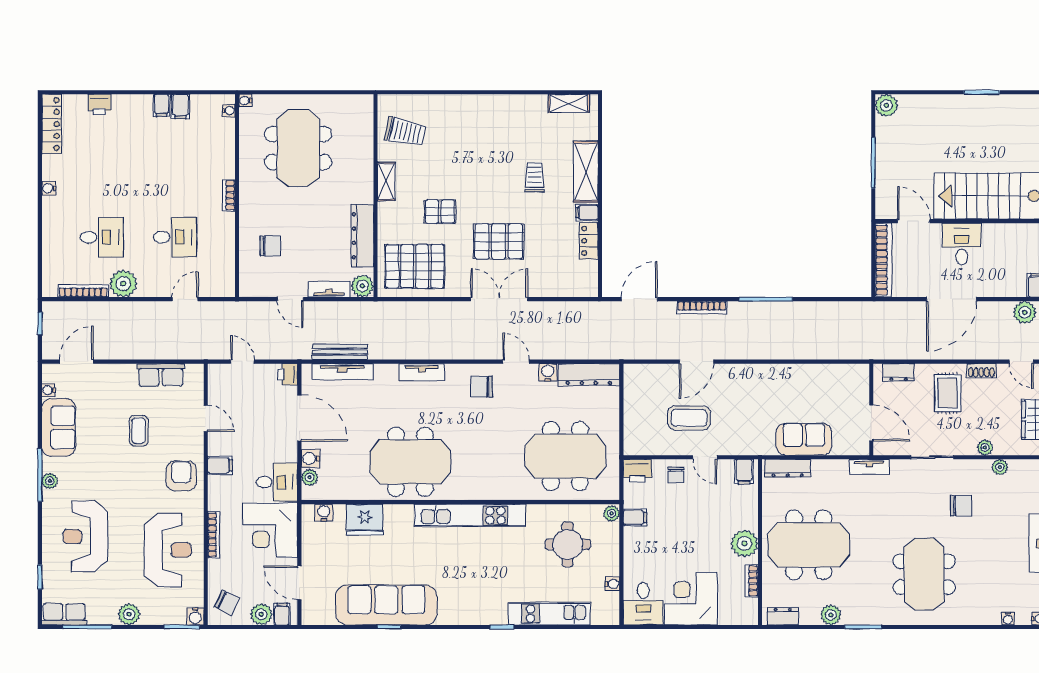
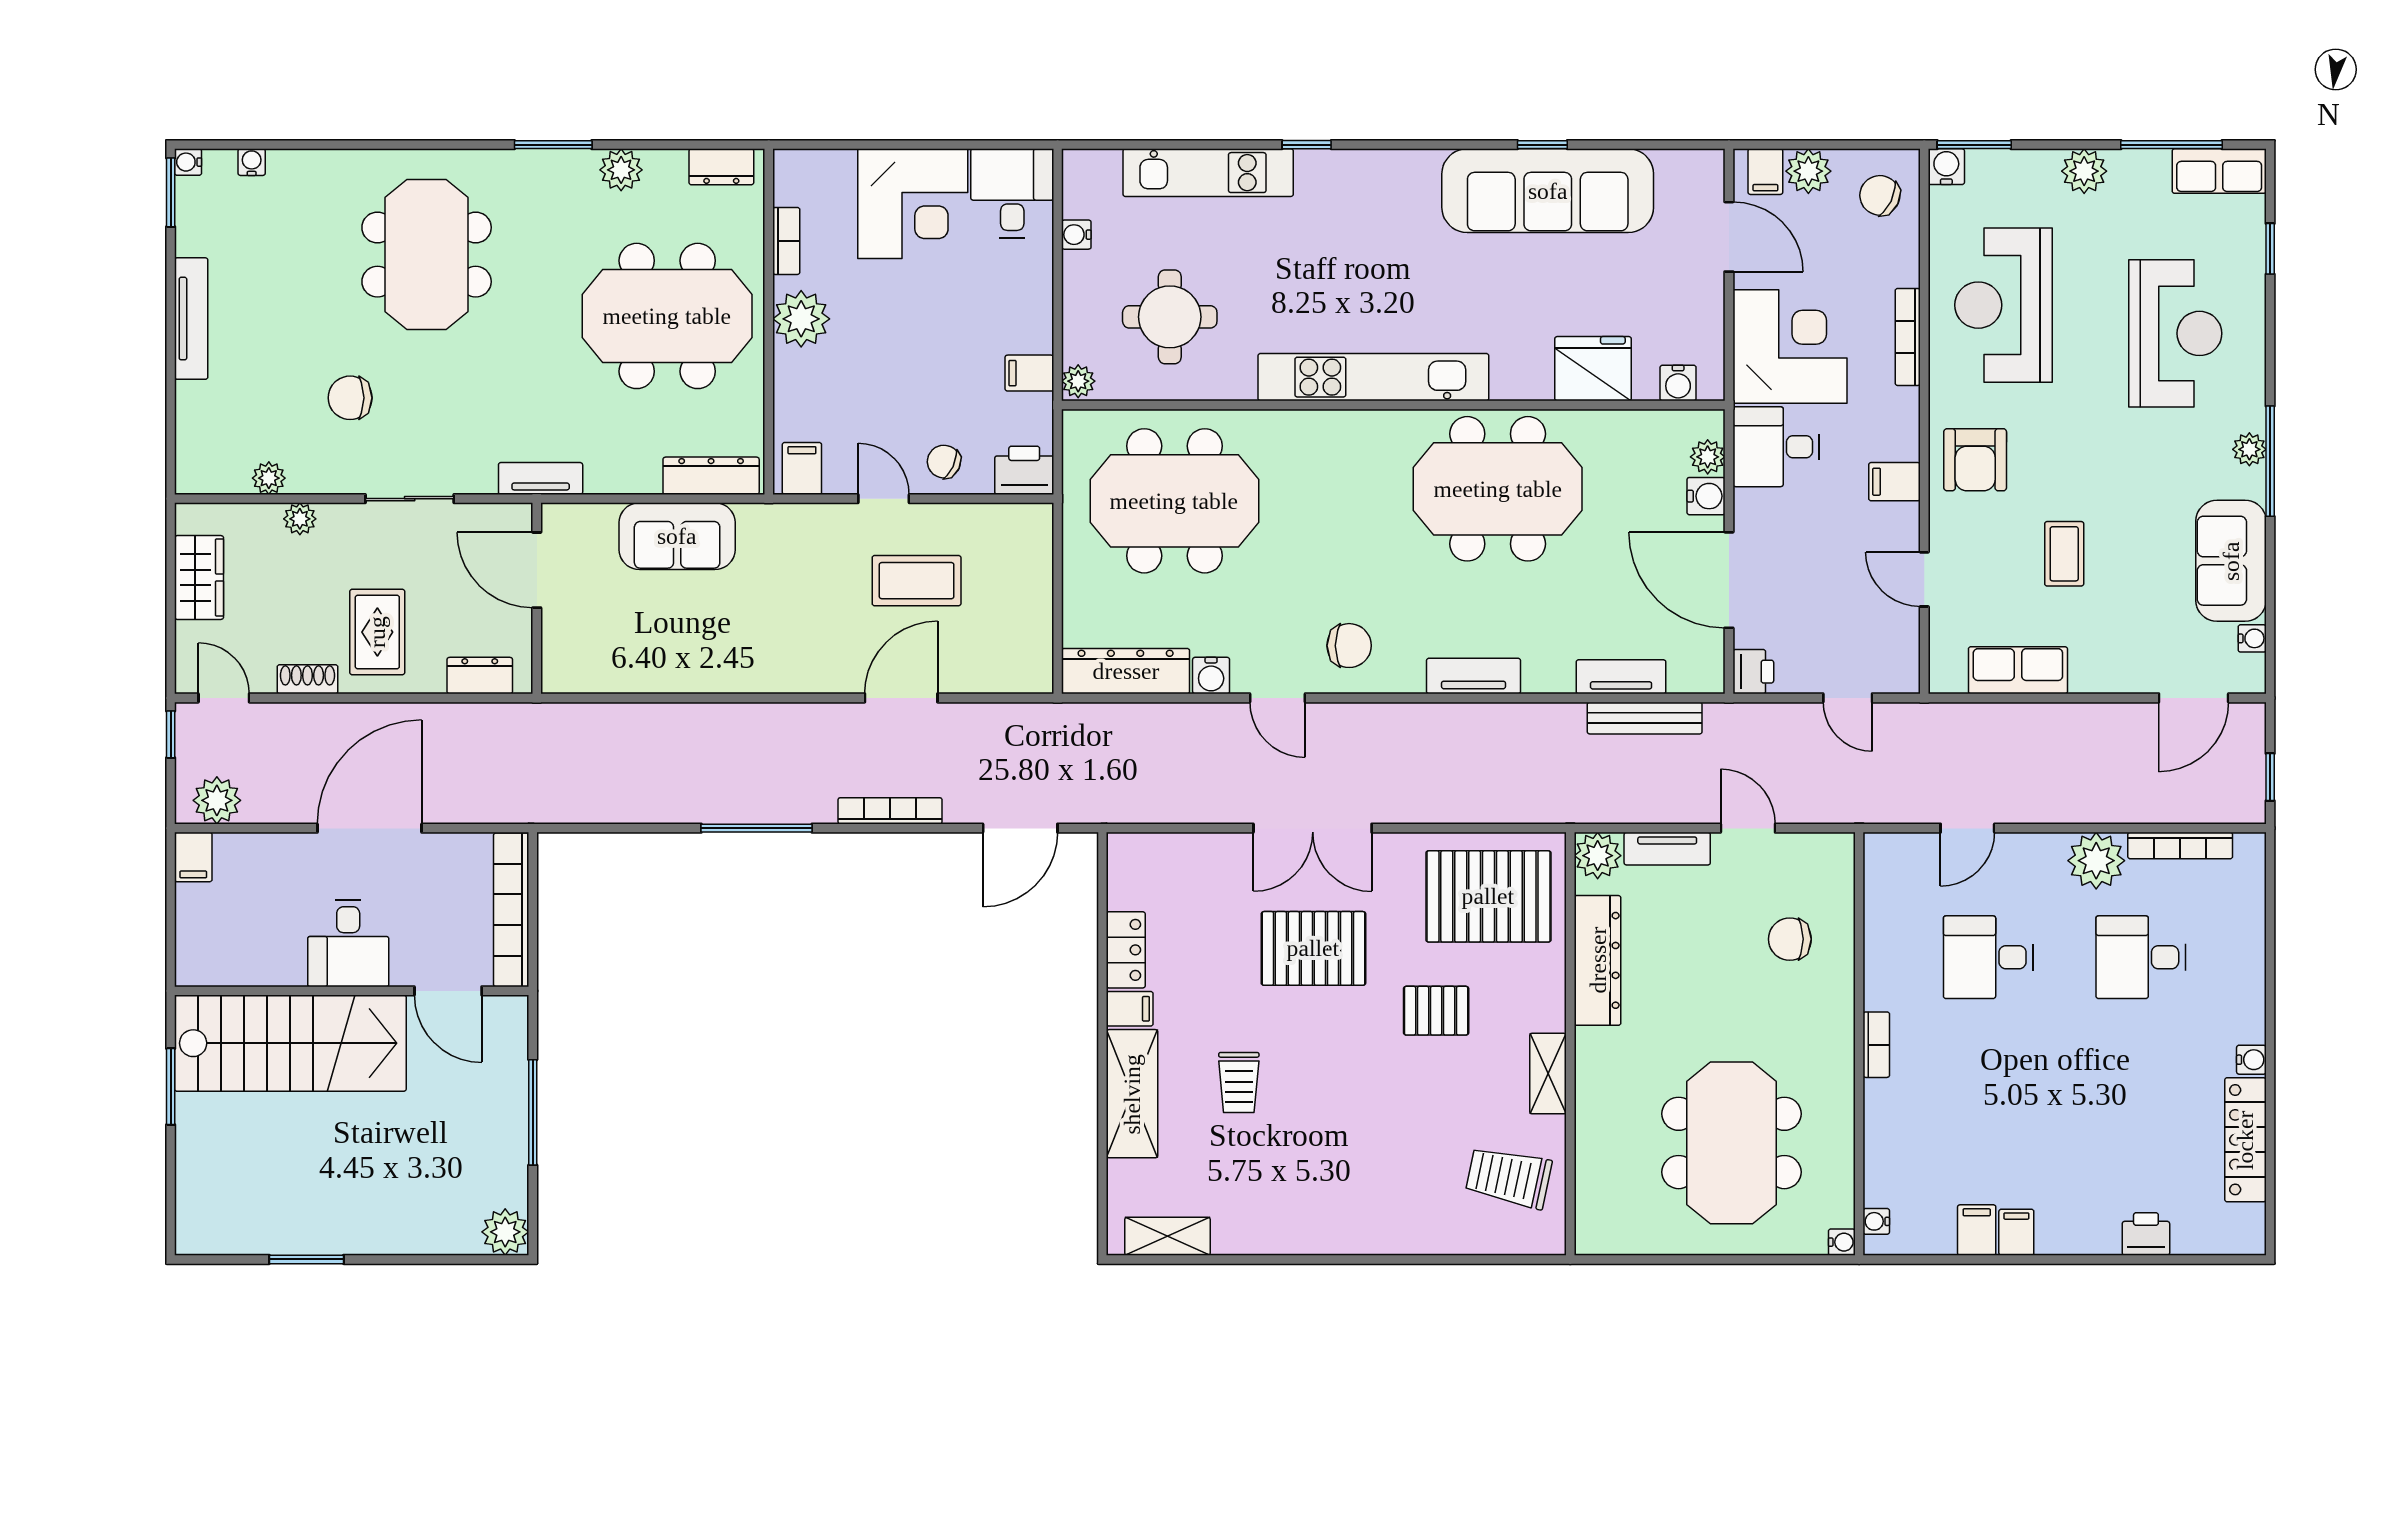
locker: (52, 124) -> (2245, 1140), moved
tv unit: (342, 372) -> (1621, 677), width x0.71
chair: (676, 475) -> (944, 462), turned -65

